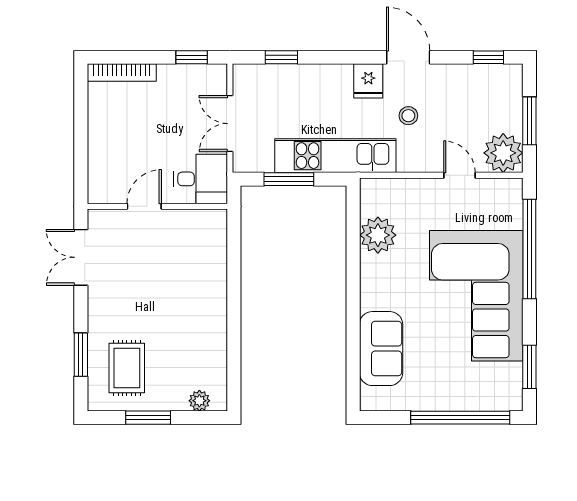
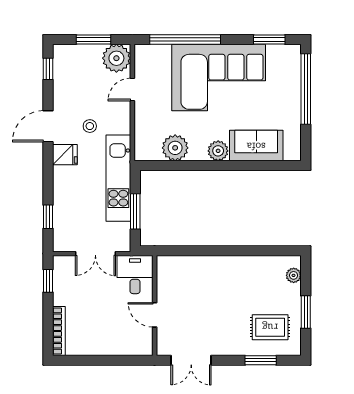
plant: (374, 295) -> (218, 151), added

